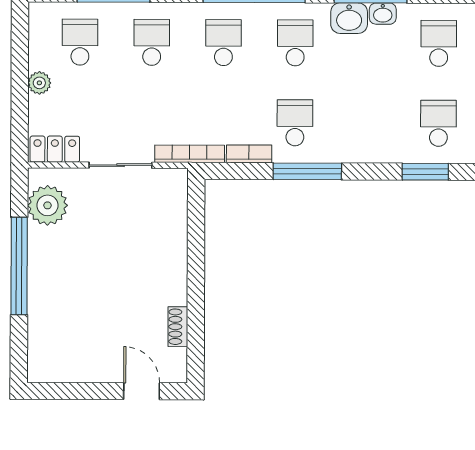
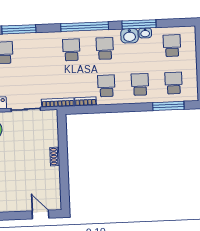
school desk: (152, 42) -> (140, 84), moved
window: (307, 171) -> (113, 108), removed
window: (425, 172) -> (168, 106), width x1.44
shoe rack: (178, 327) -> (55, 157), moved

